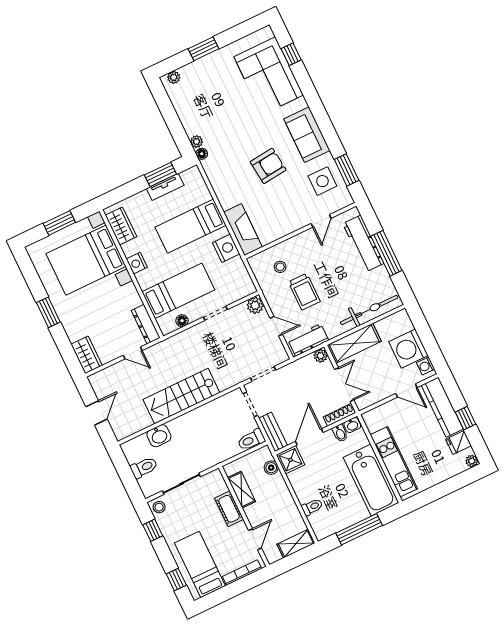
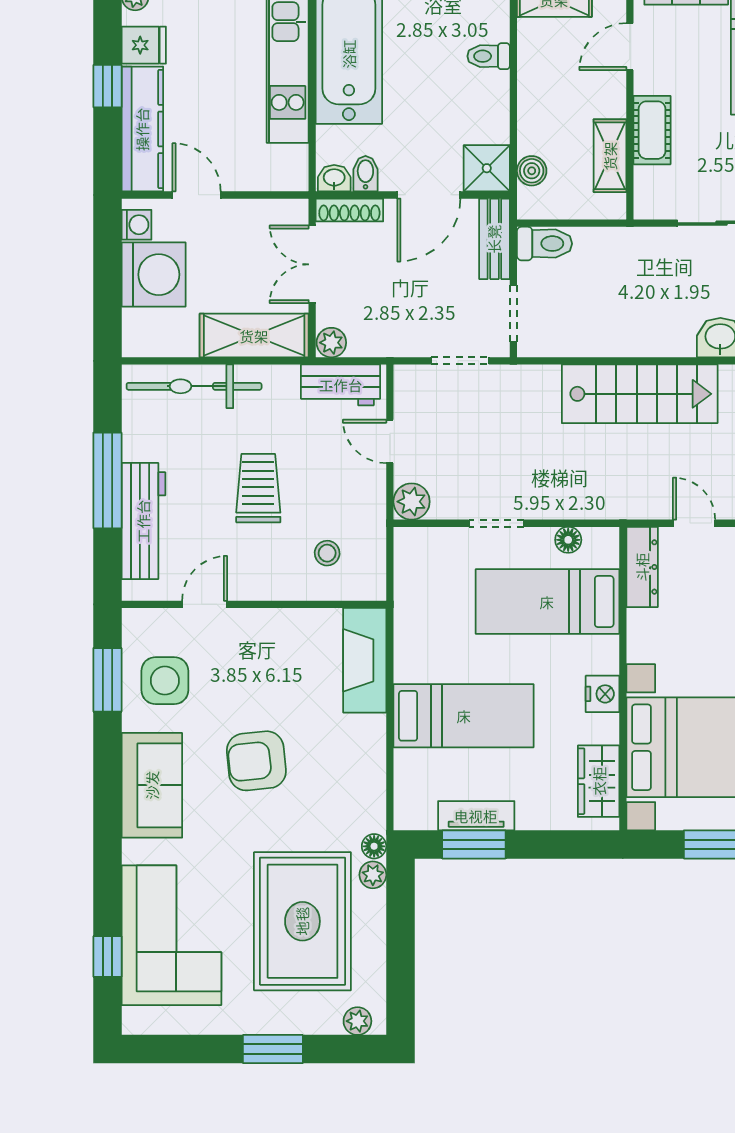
rug: (217, 108) -> (302, 921), added
nightstand: (226, 248) -> (415, 640), removed
trolley: (304, 292) -> (258, 488), moved

